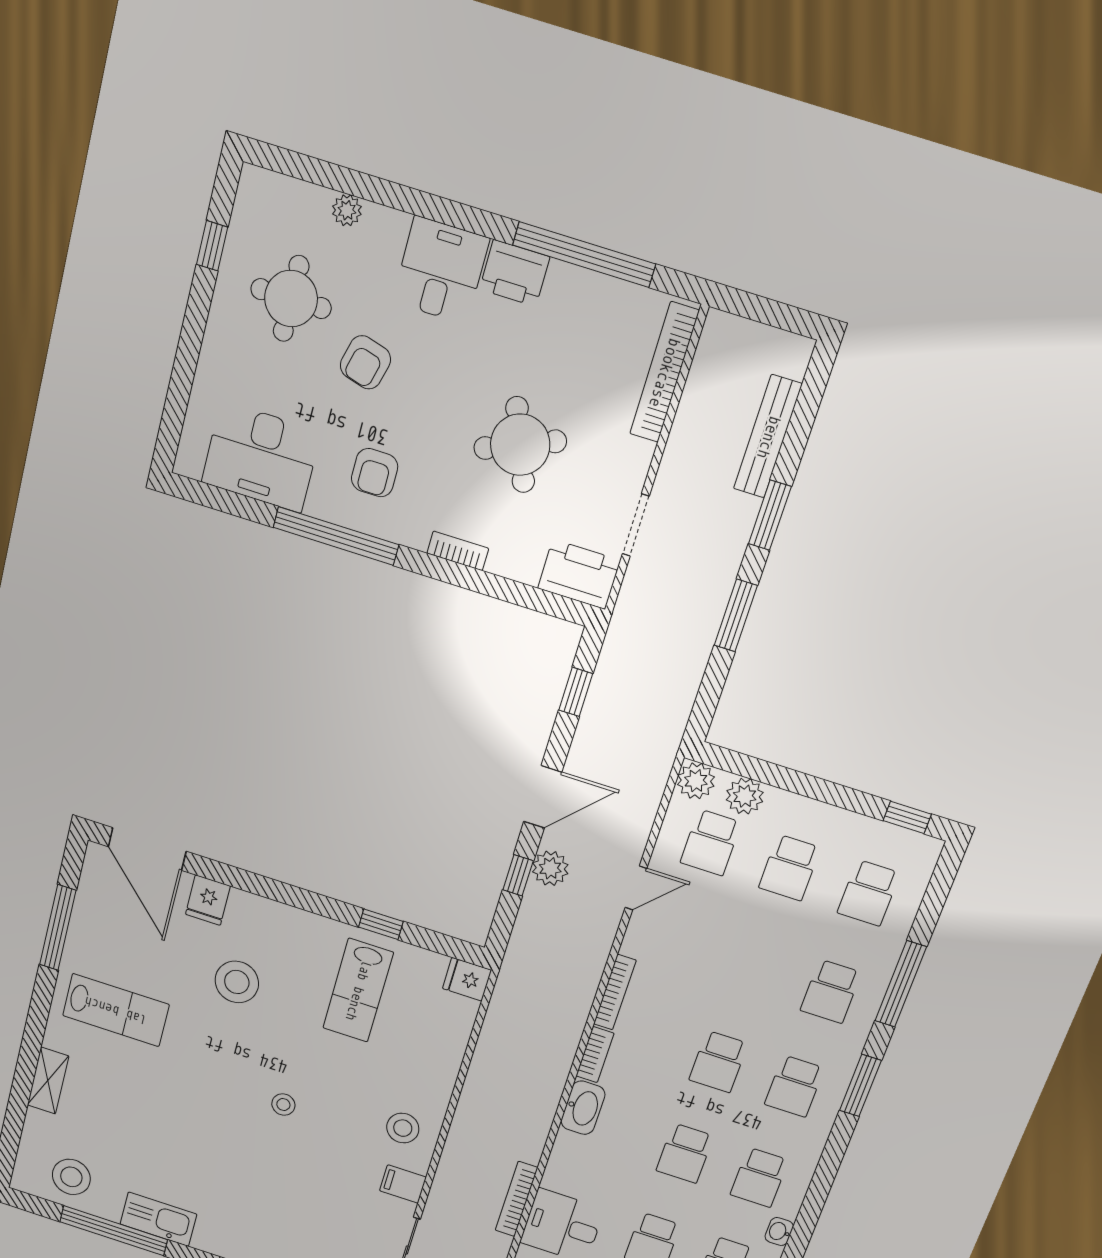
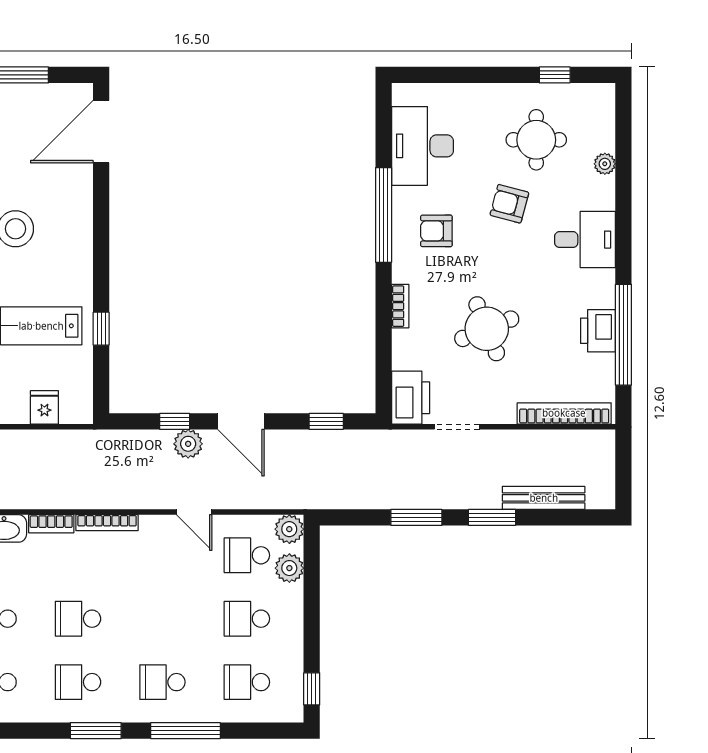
printer: (515, 273) -> (598, 331), moved
fridge: (208, 900) -> (75, 189), removed
fridge: (467, 979) -> (44, 407), moved

